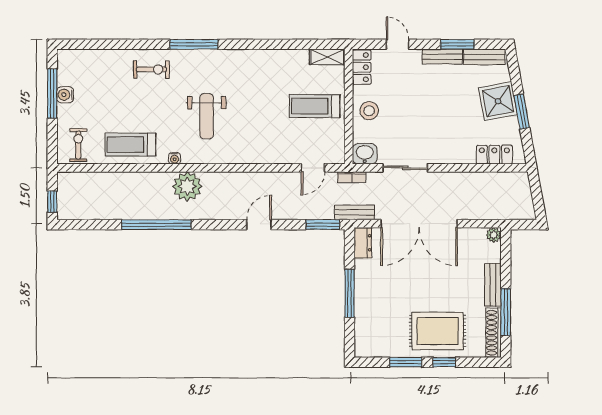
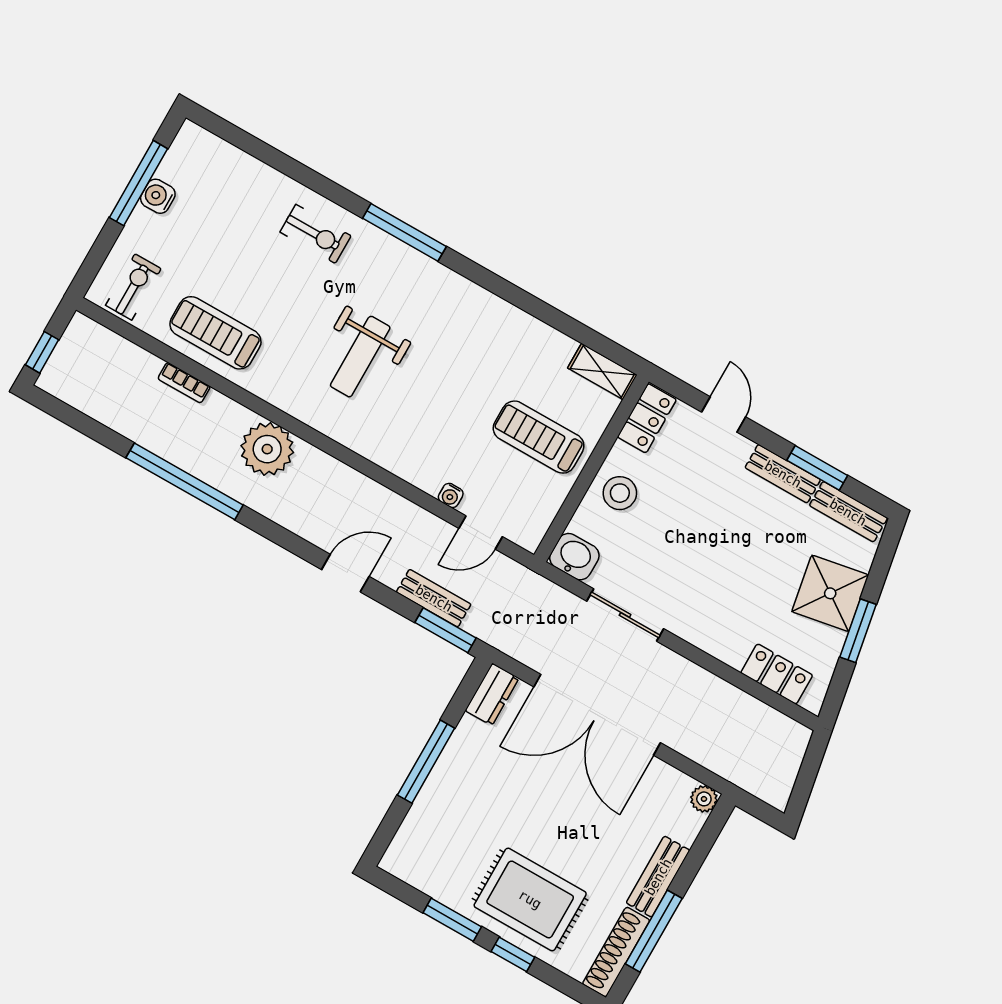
water cooler: (175, 158) -> (451, 495), moved
bookcase: (352, 177) -> (184, 383), moved
bench: (355, 212) -> (434, 598), moved

